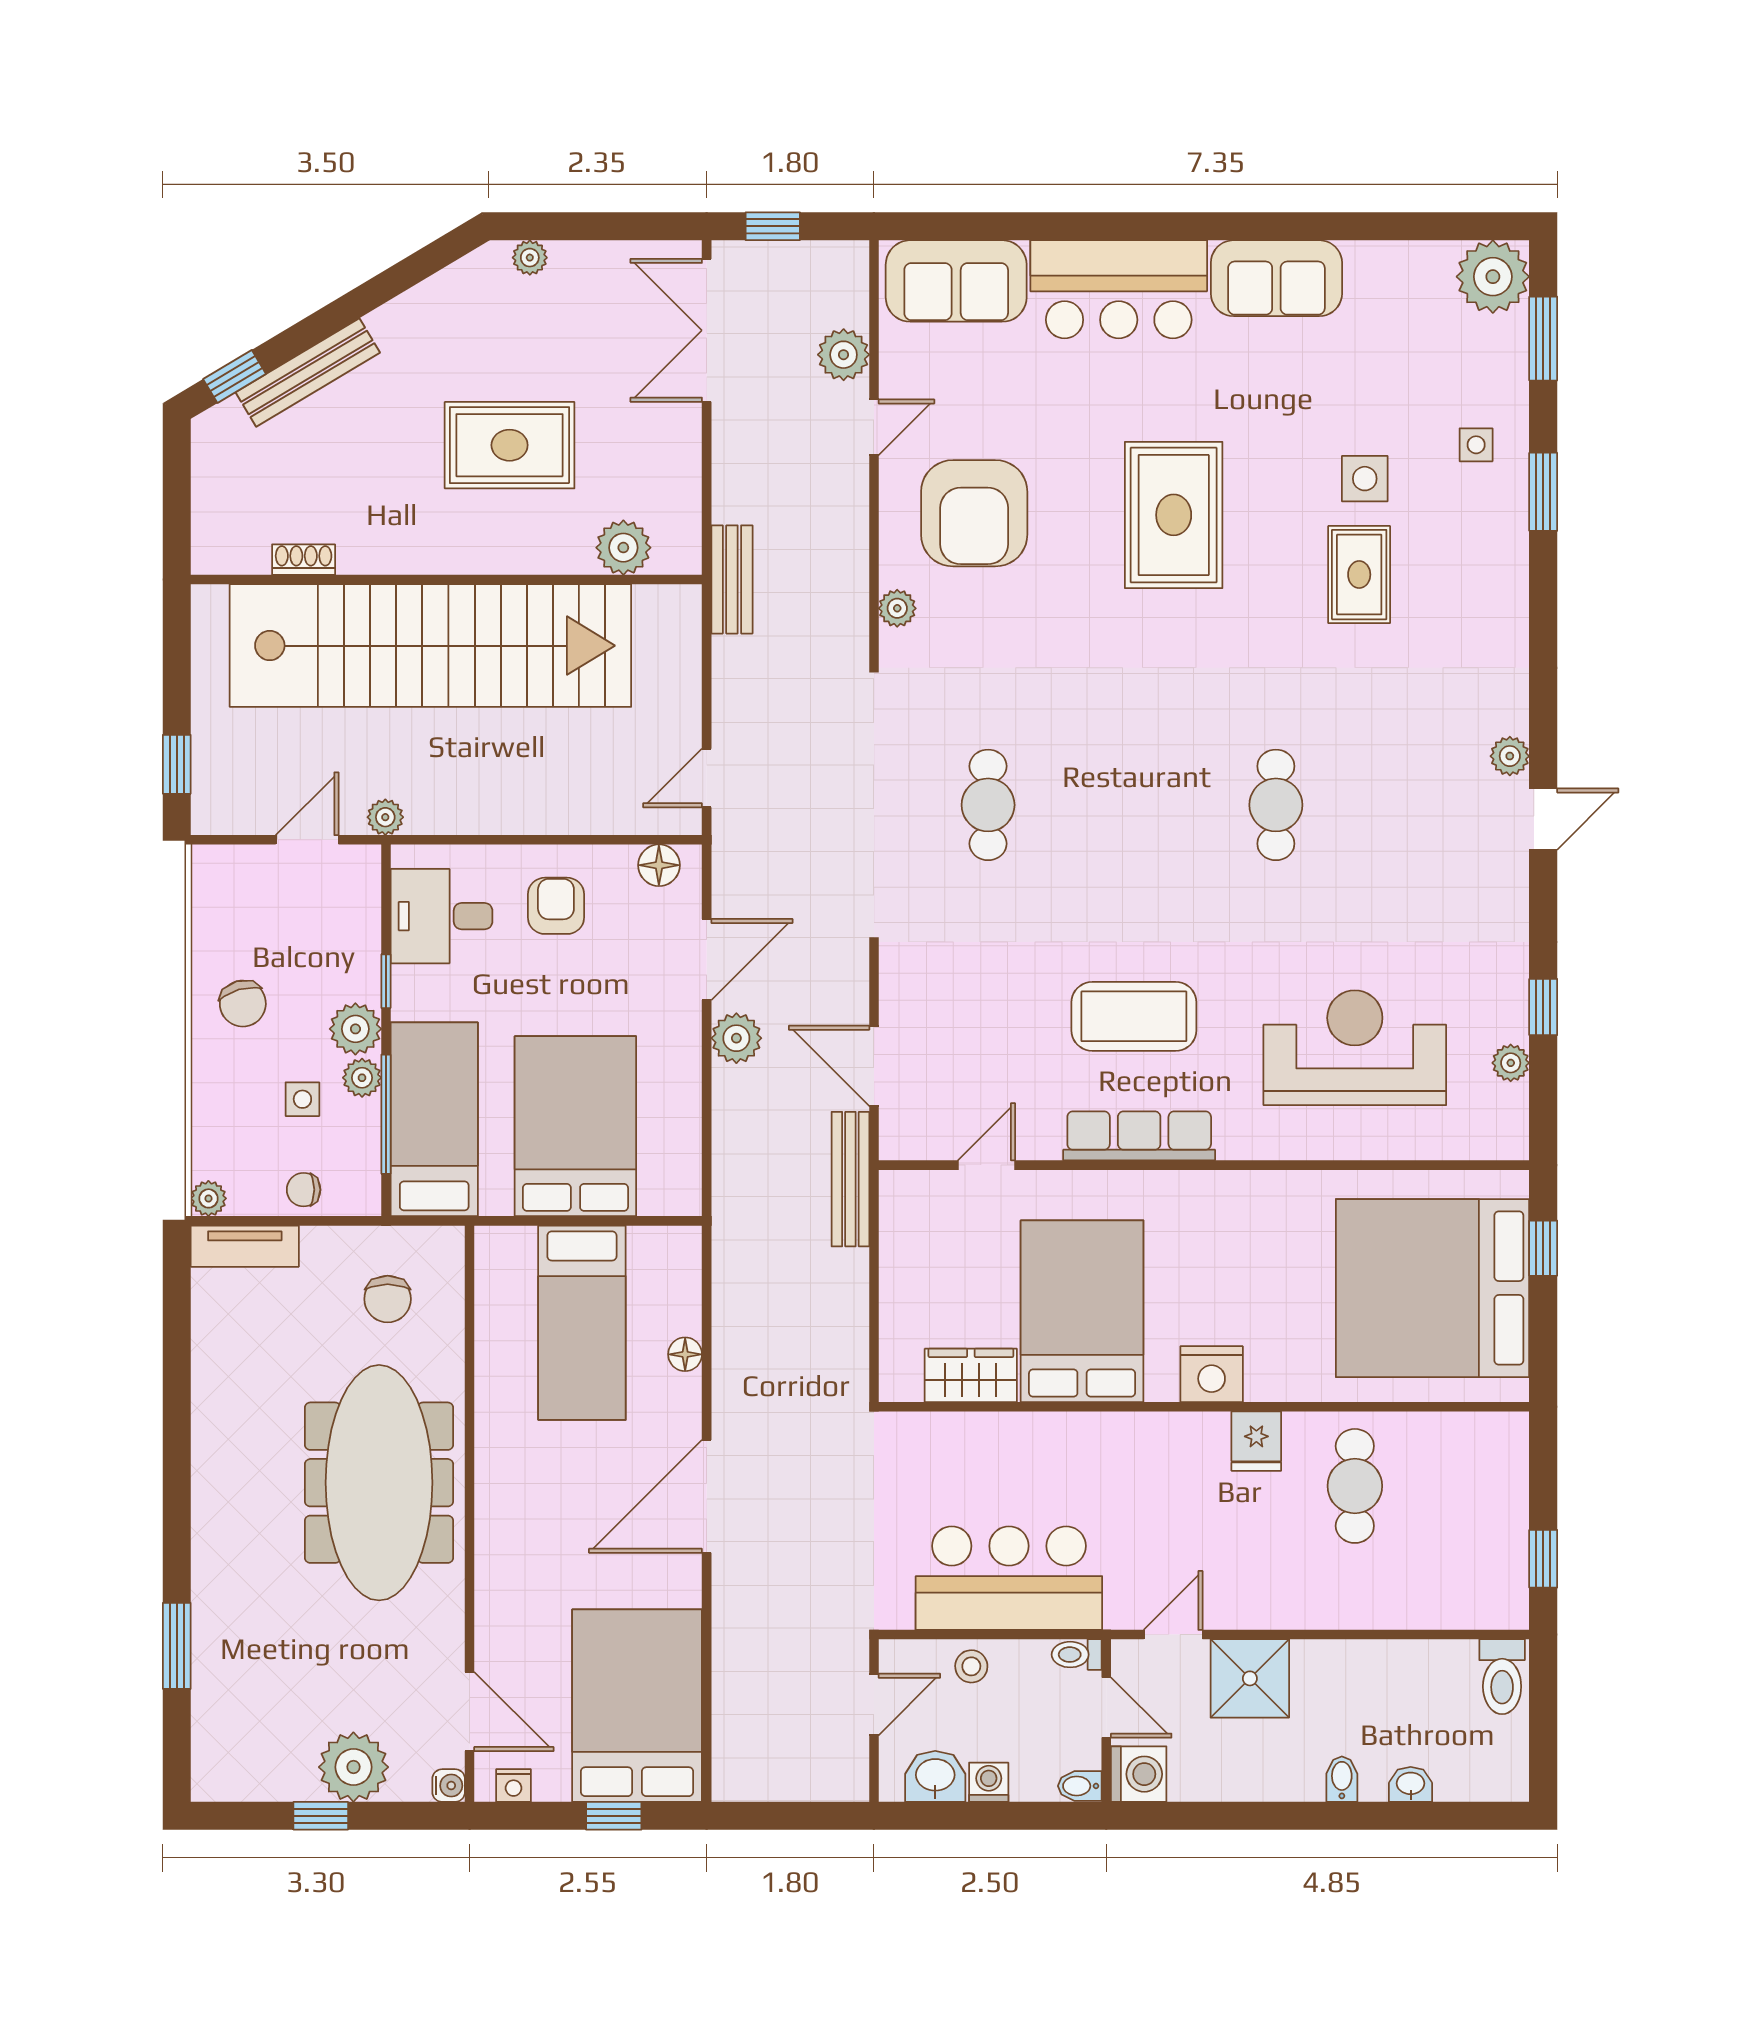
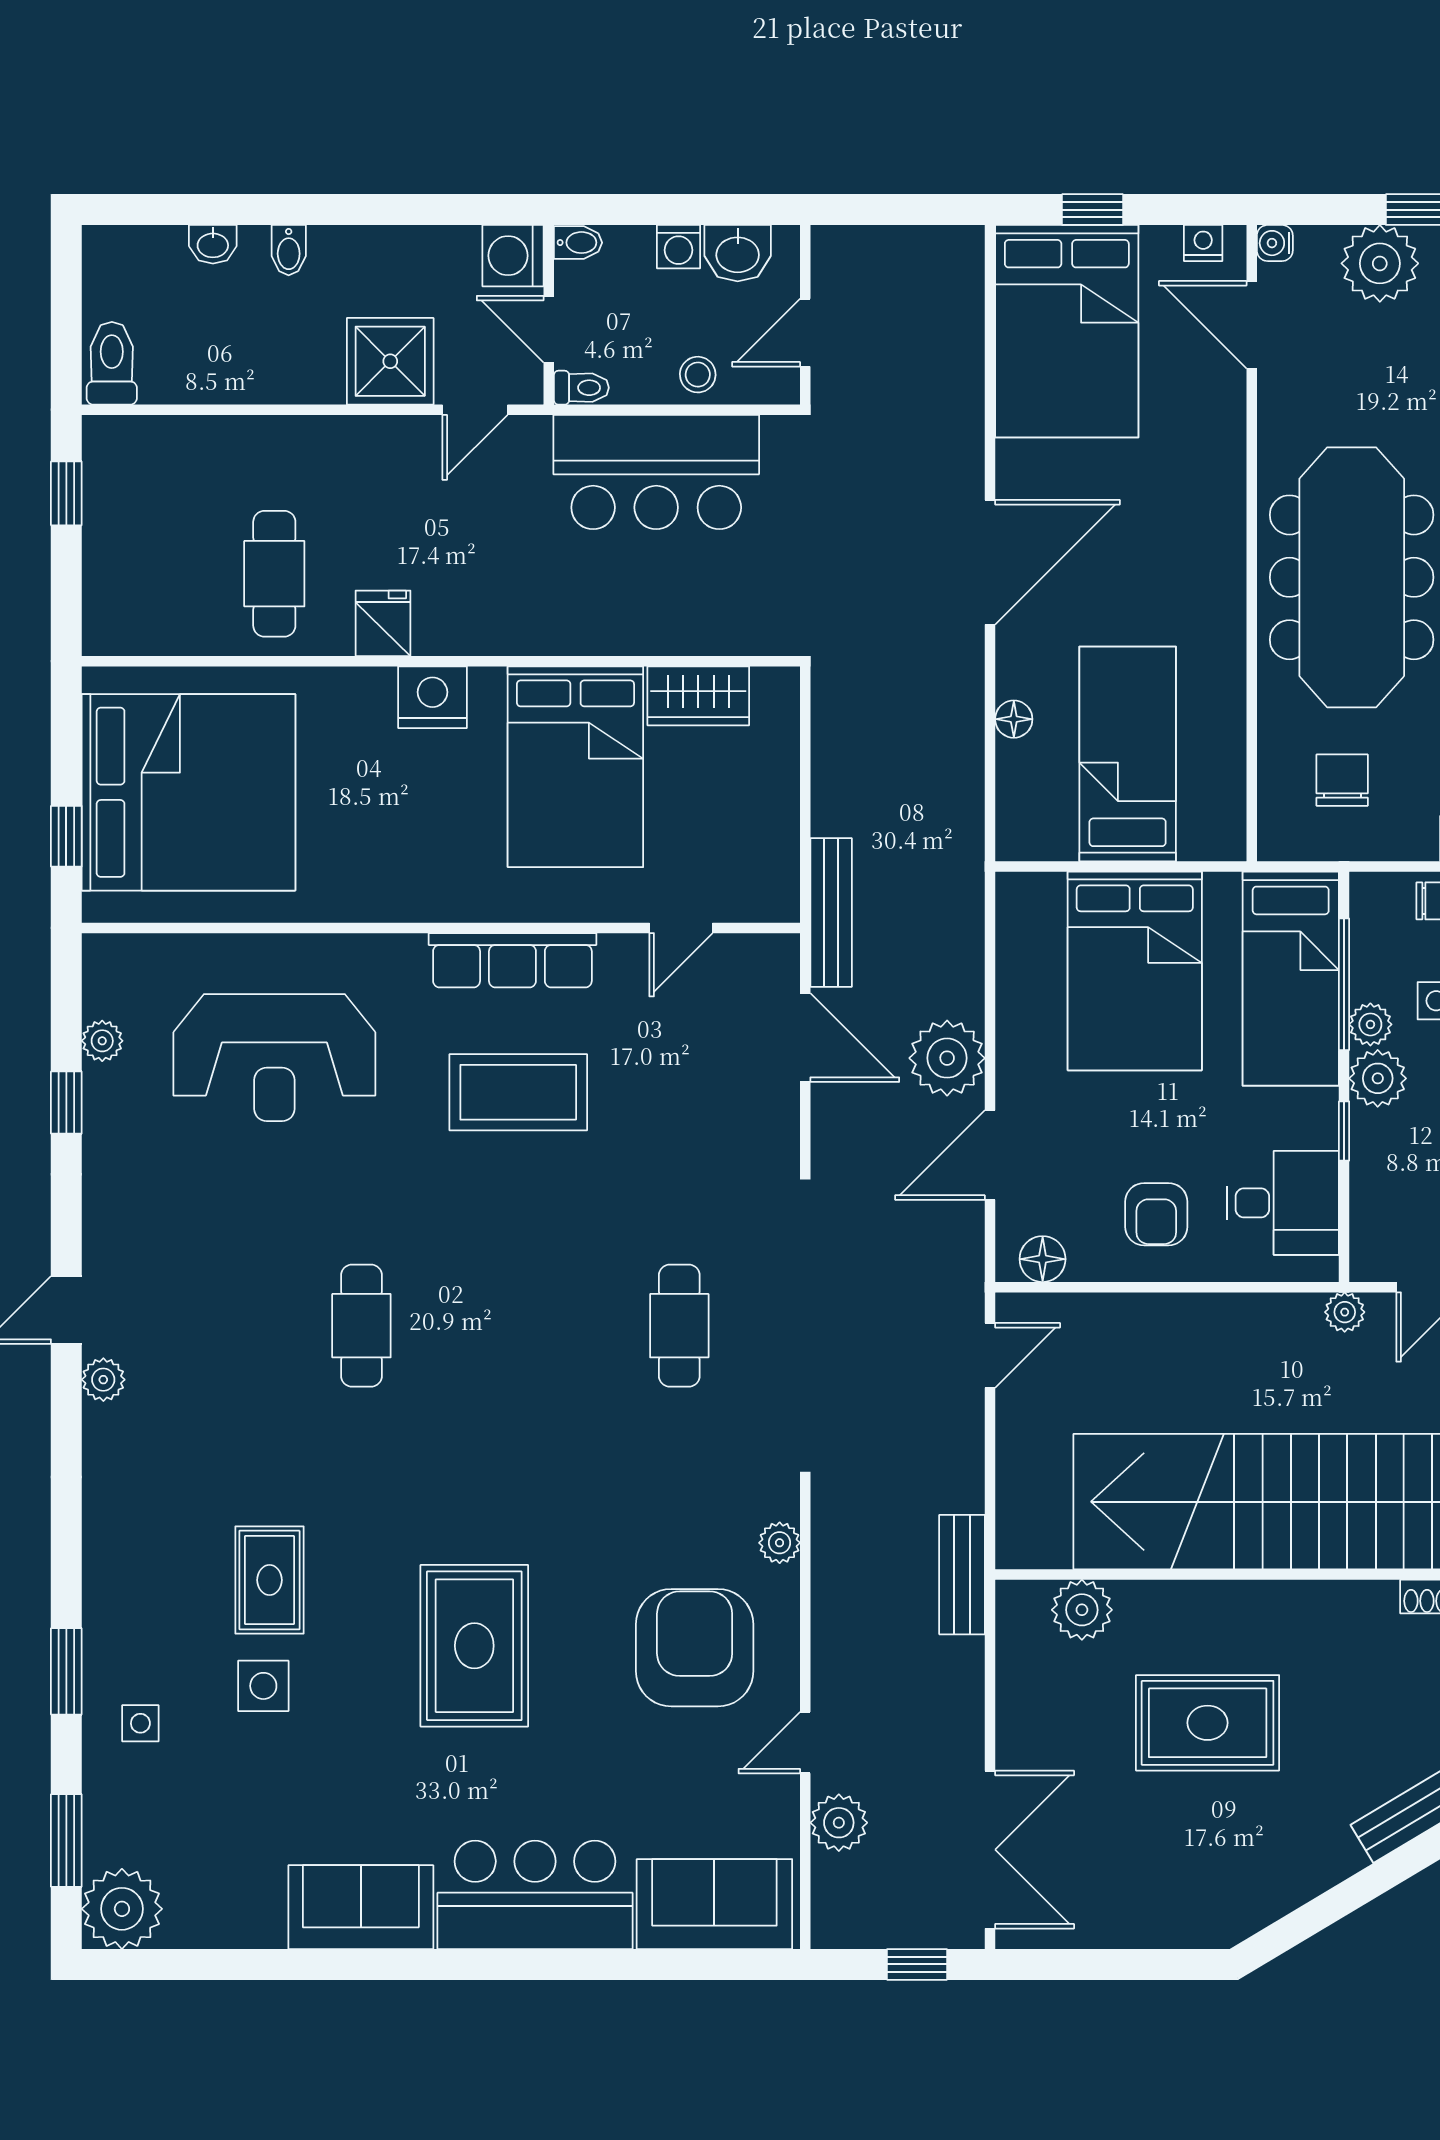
plant: (530, 258) -> (1185, 1930), removed
plant: (736, 1038) -> (947, 1058), width x1.36, depth x1.36

